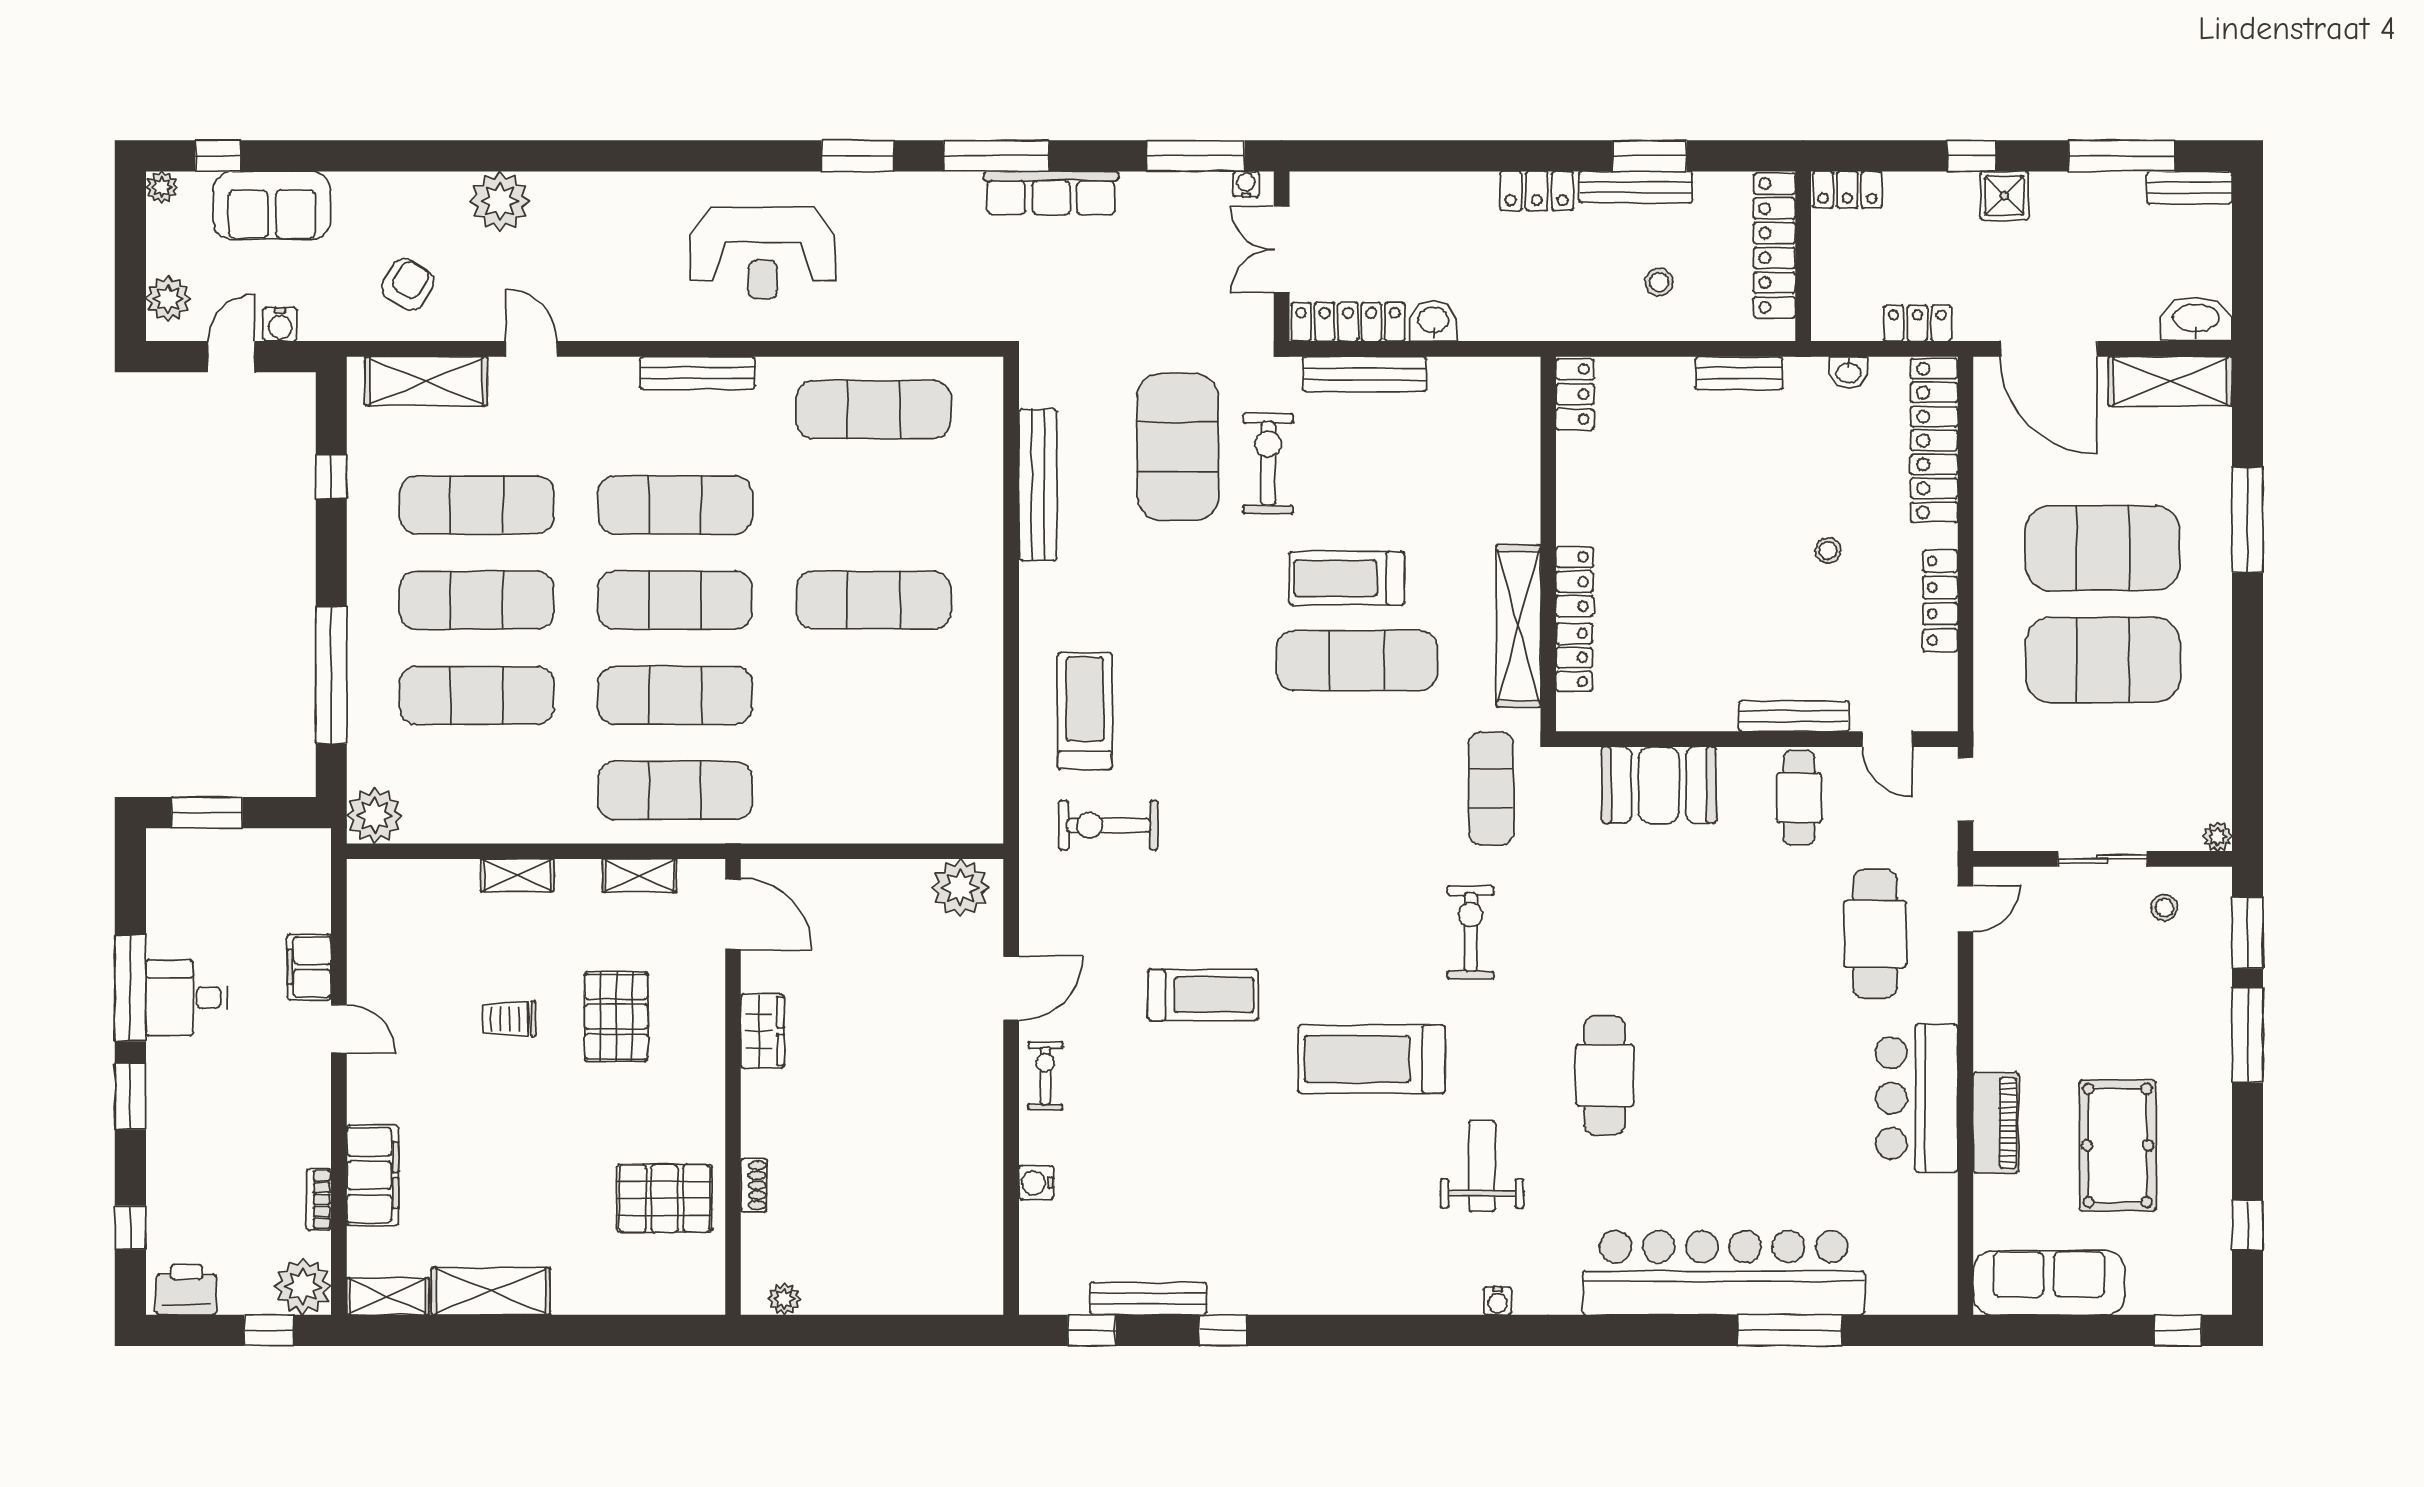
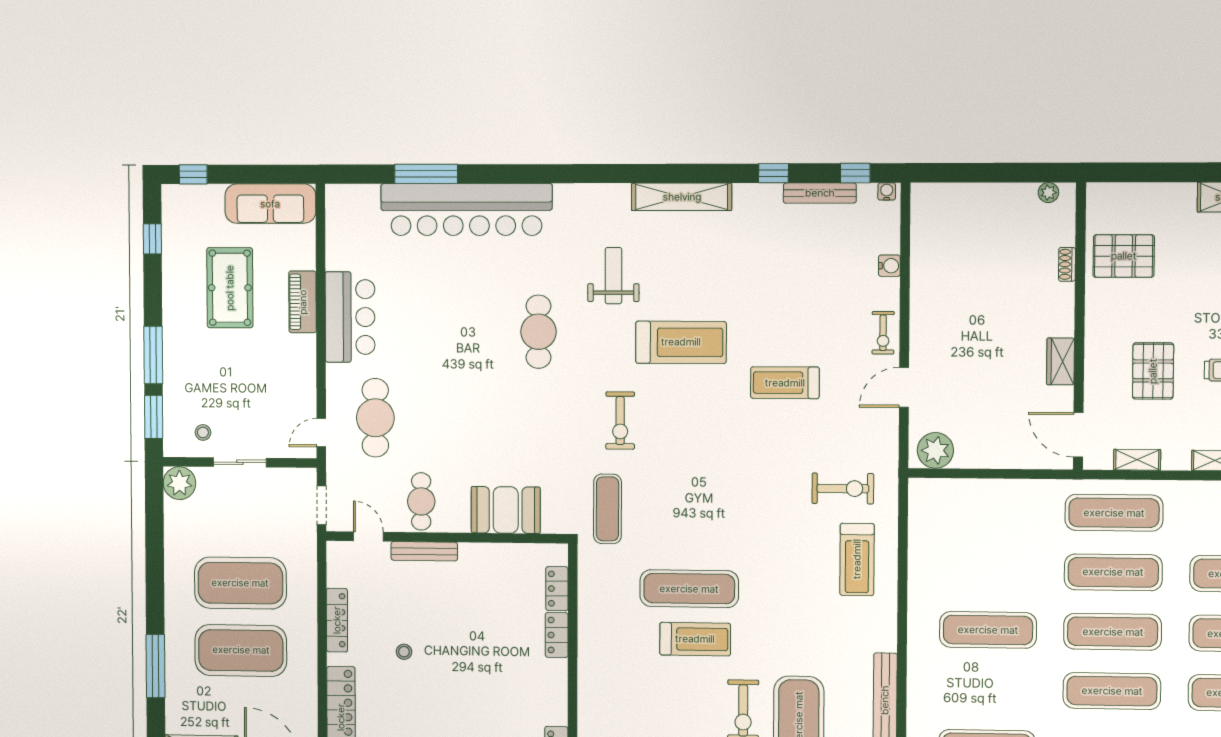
shelving: (1518, 626) -> (682, 197), moved, turned 90
plant: (2217, 837) -> (179, 483), width x1.88, depth x1.88
weight bench: (1482, 1166) -> (613, 276), turned 180
water cooler: (1498, 1301) -> (887, 191), moved

